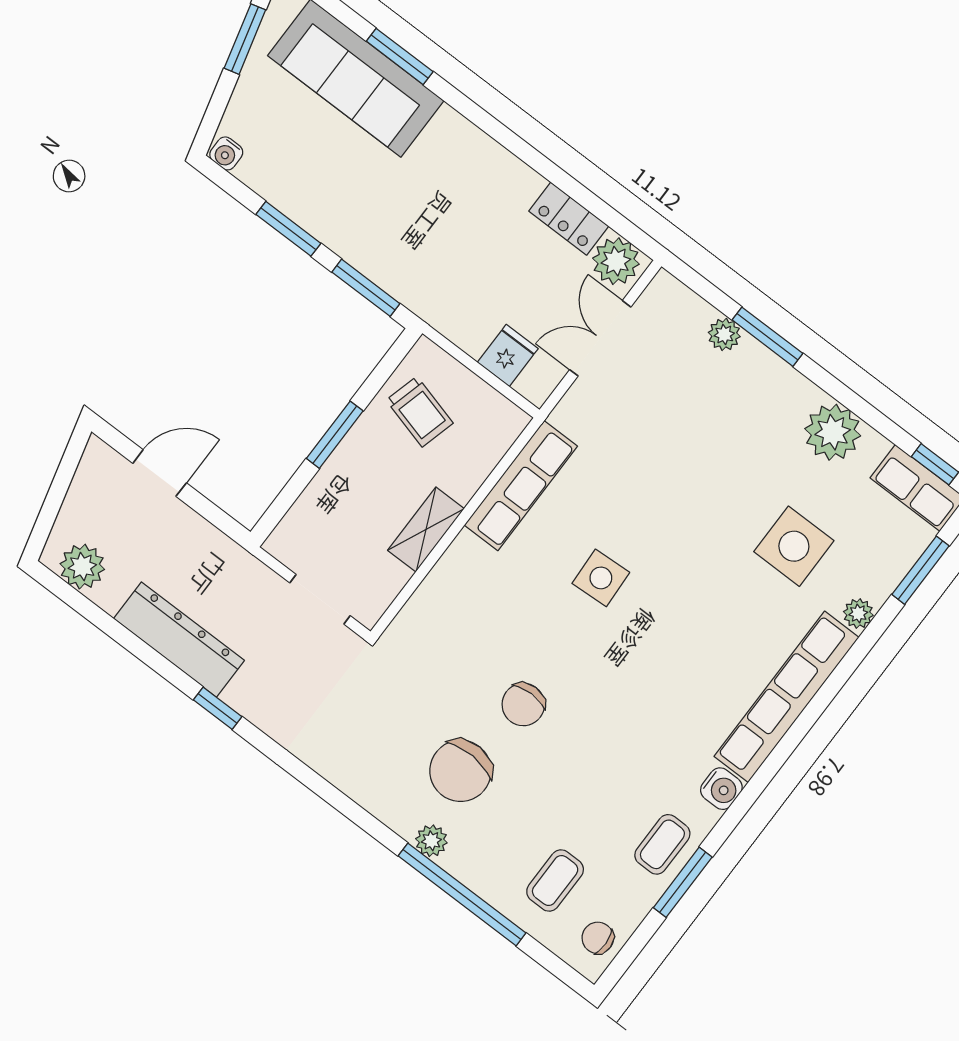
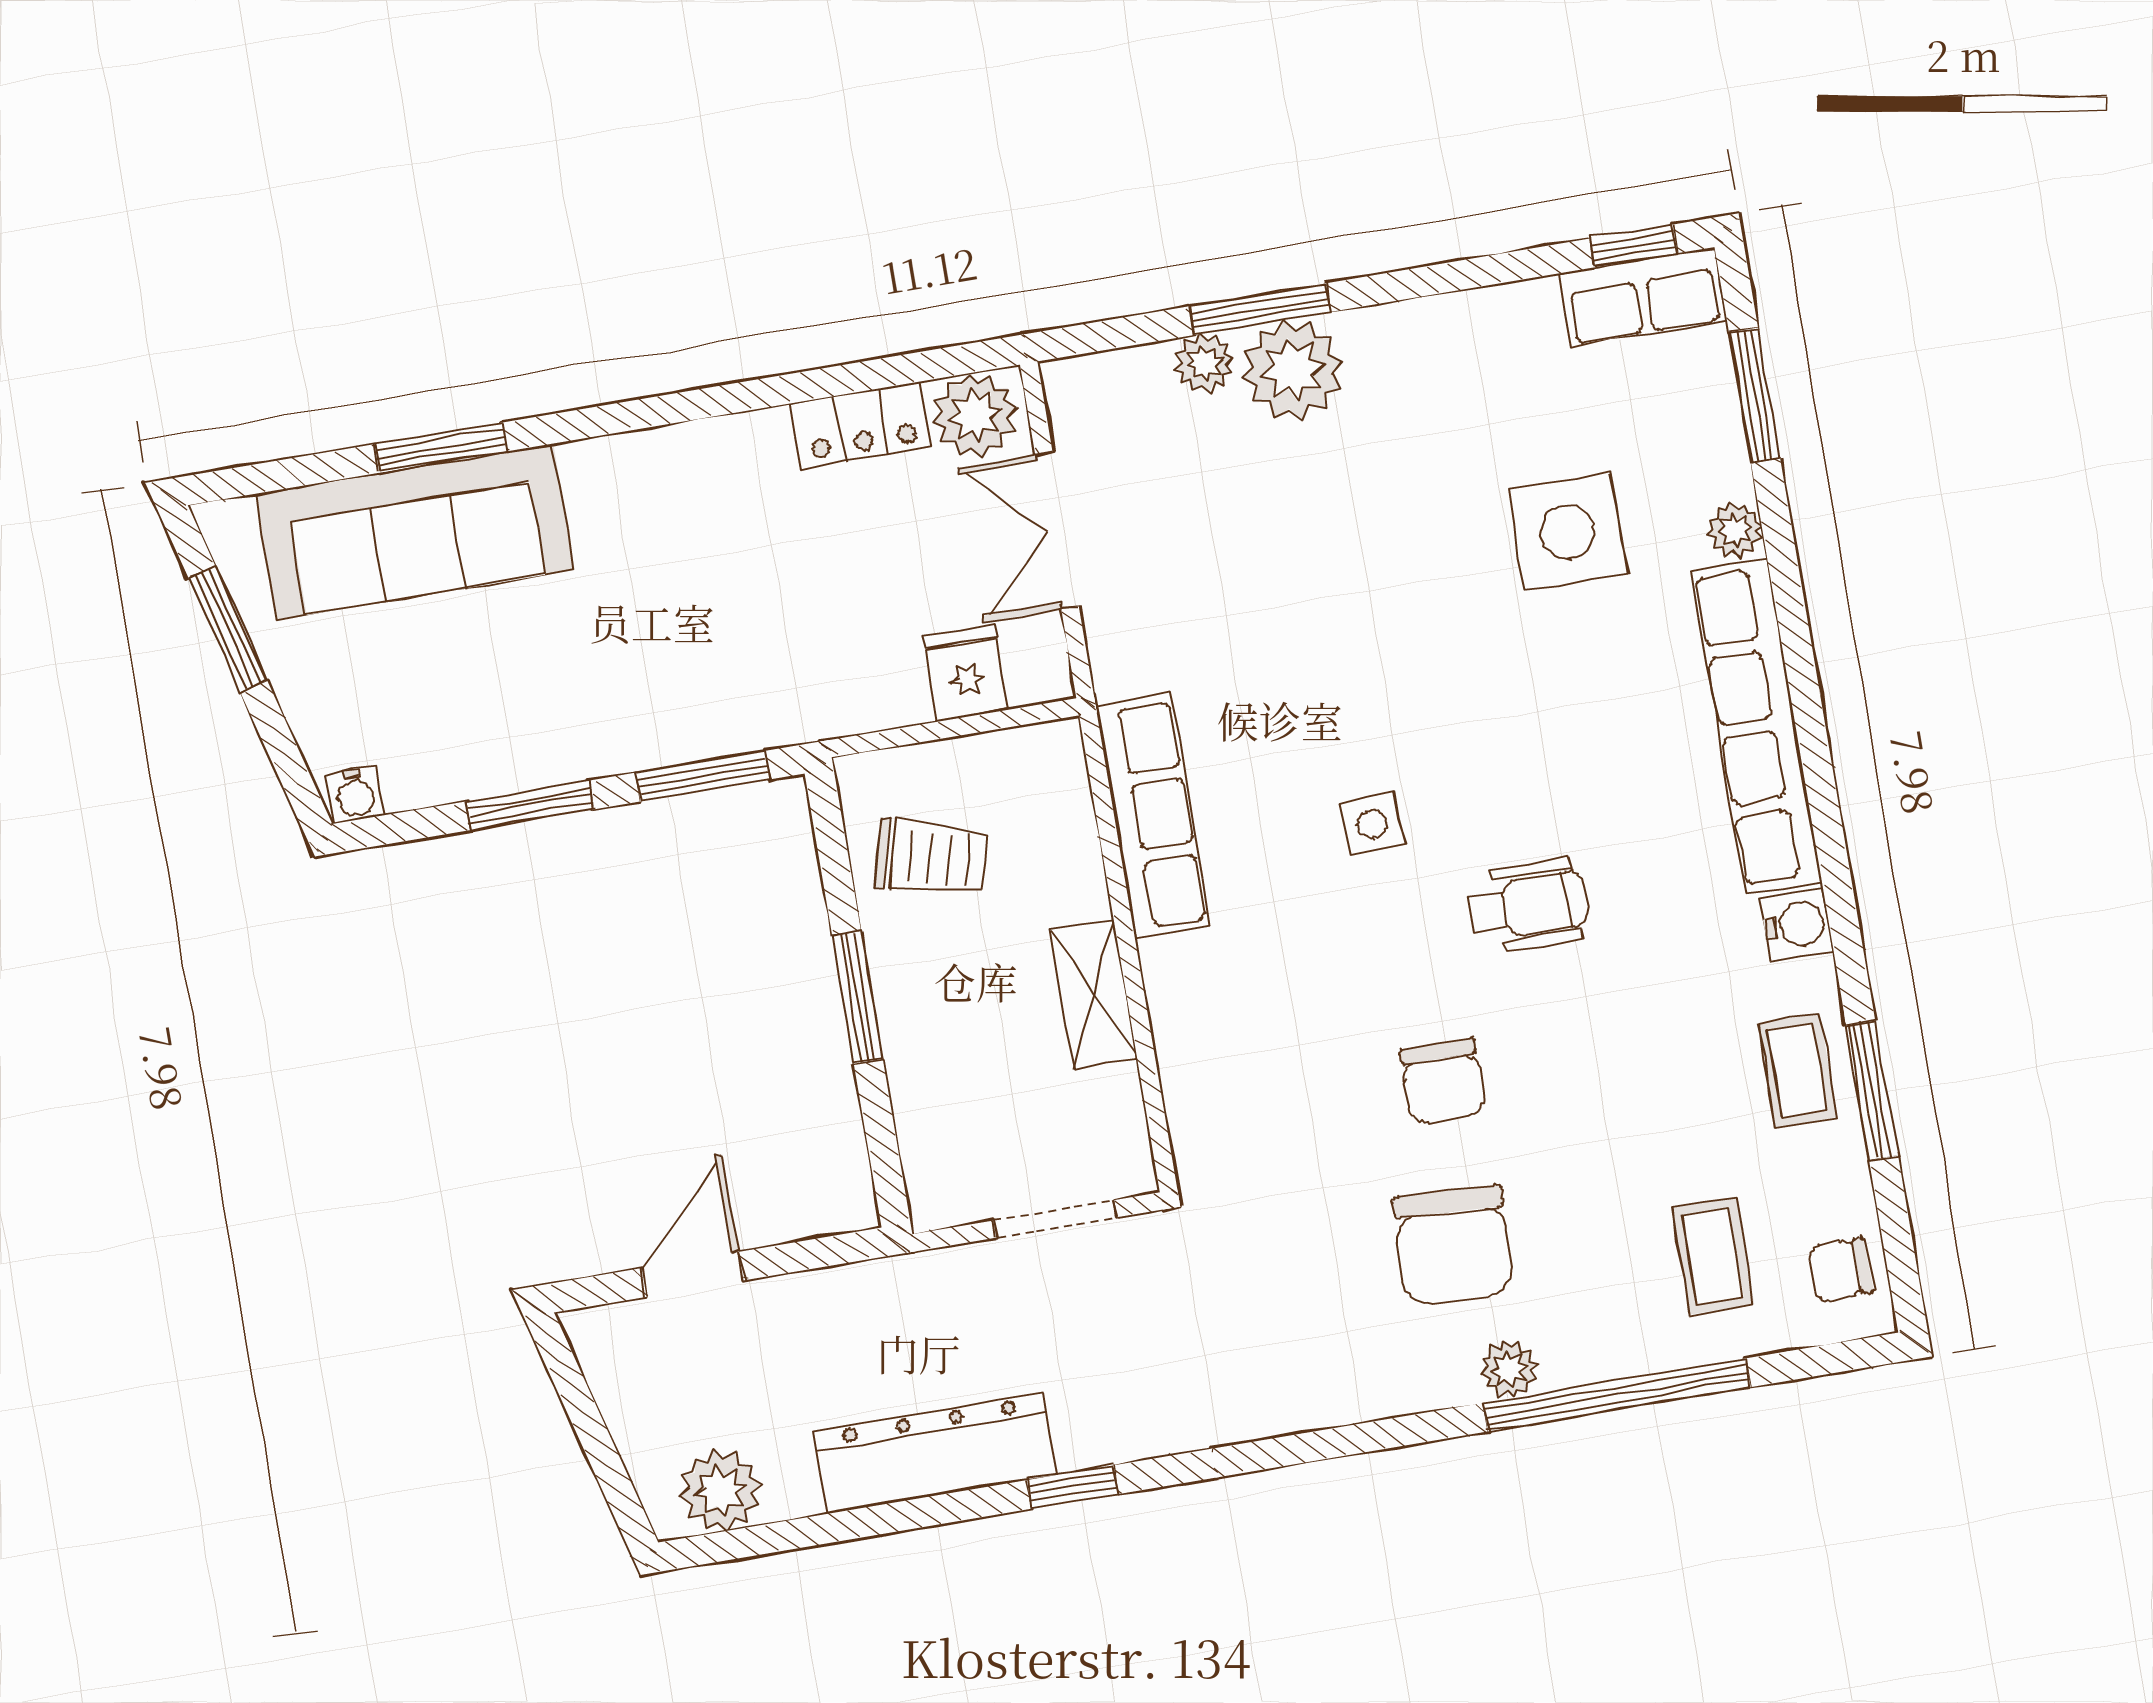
plant: (833, 432) -> (1293, 370), moved
side table: (601, 578) -> (1372, 824), width x0.73, depth x0.73
wheelchair: (627, 672) -> (1528, 906), added

